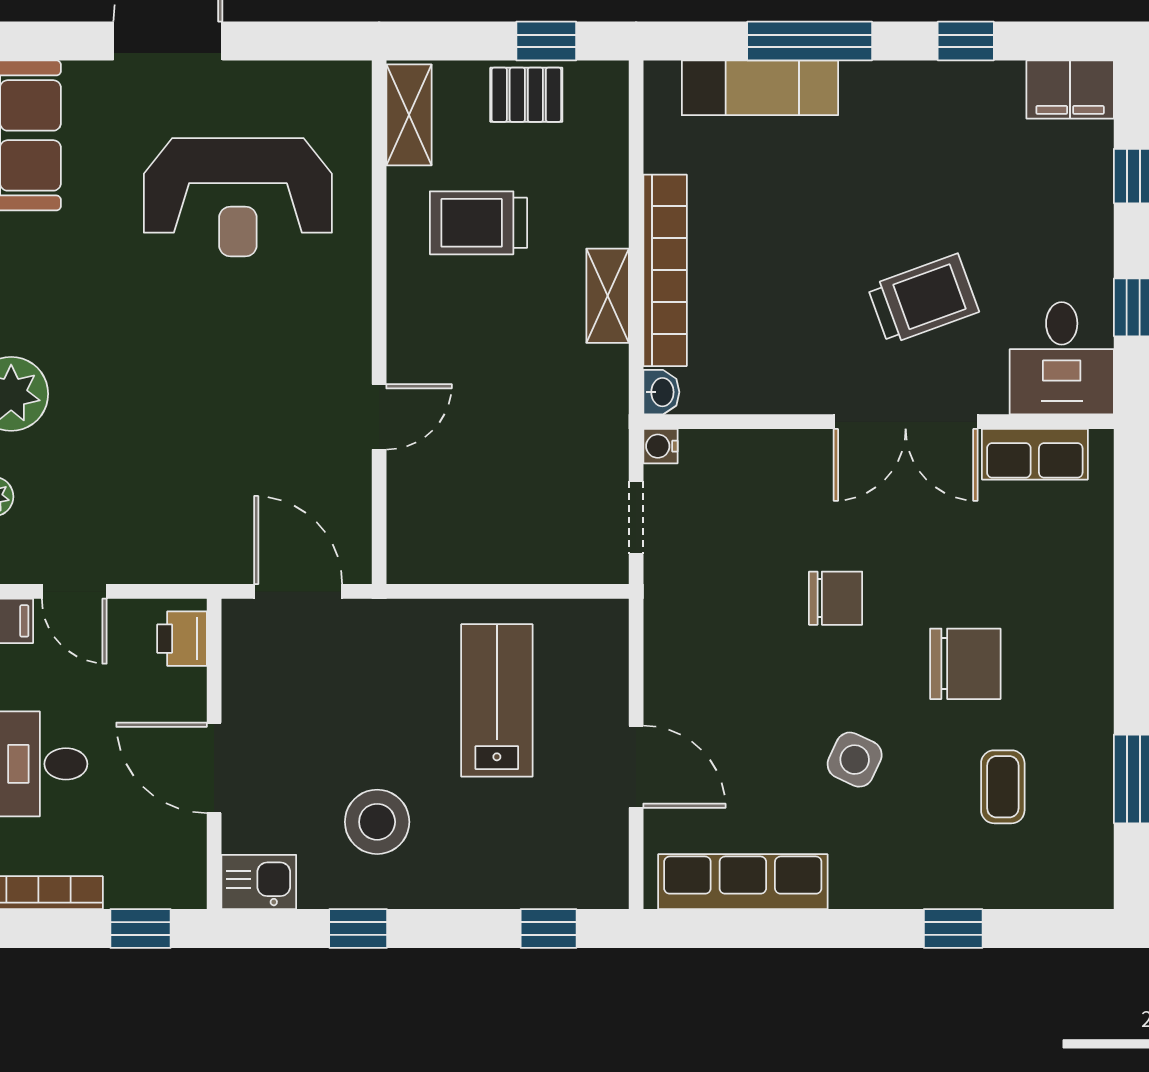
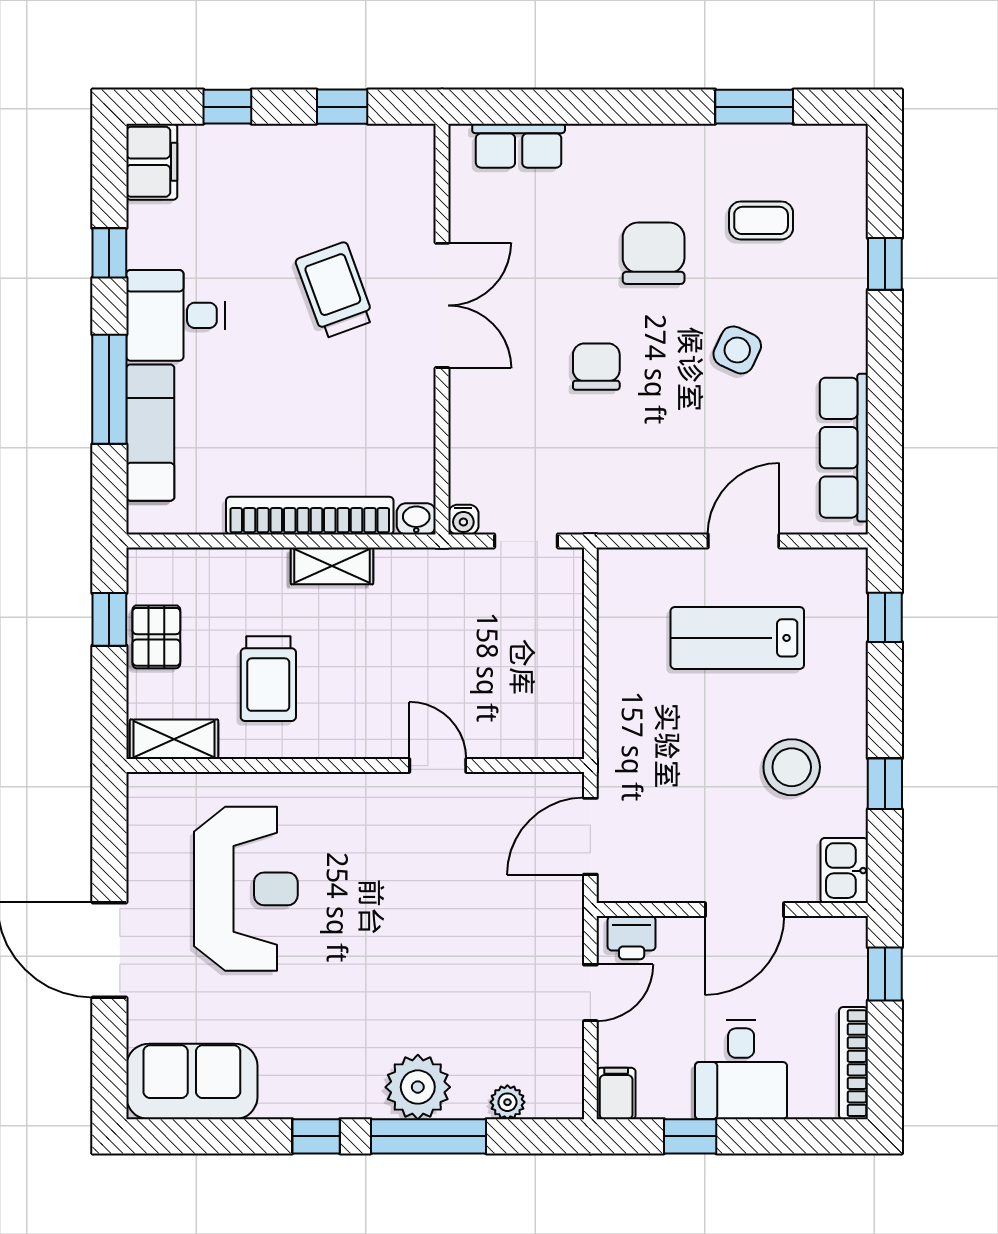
desk: (1062, 358) -> (175, 315), moved, turned 180
row of seats: (1035, 454) -> (519, 146), moved, turned 90
door: (74, 591) -> (590, 993), moved
lab bench: (497, 700) -> (737, 638), moved

